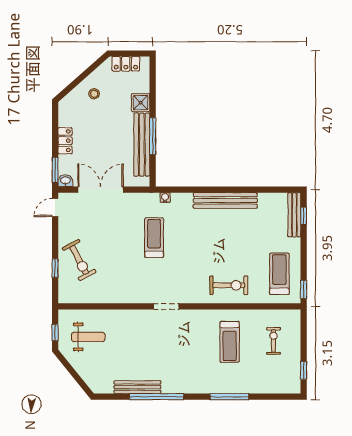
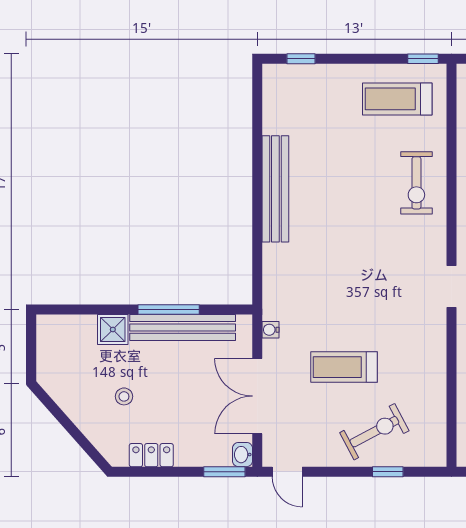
locker: (126, 64) -> (48, 354), removed
stool: (94, 94) -> (124, 396), moved
locker: (65, 141) -> (151, 455), moved
water cooler: (165, 198) -> (271, 330), moved
bench: (294, 215) -> (299, 74), removed
treadmill: (154, 238) -> (344, 367), moved
exercise bike: (229, 285) -> (416, 183), turned 180

